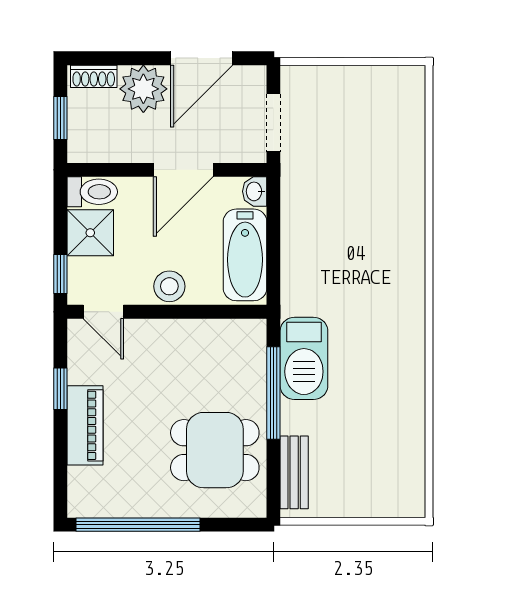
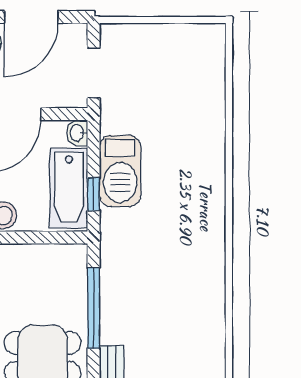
window: (273, 262) -> (94, 194), added
barbecue: (304, 358) -> (120, 171), moved

